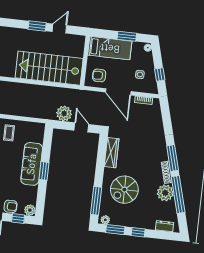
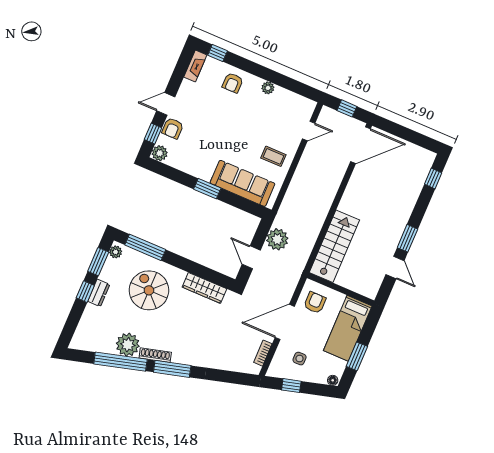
stairs: (49, 68) -> (334, 246), width x0.73, depth x0.66
door: (81, 127) -> (251, 257), swing flipped
sofa: (32, 164) -> (242, 183), moved
dresser: (165, 226) -> (99, 293), moved

